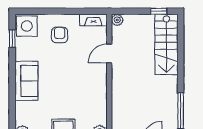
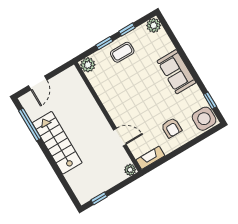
stairs: (166, 44) -> (57, 143), moved
door: (109, 54) -> (120, 137), hinge flipped

